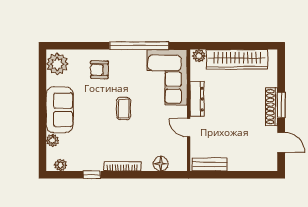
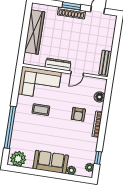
window: (139, 46) -> (10, 127), moved
plant: (199, 56) -> (28, 58), removed
armchair: (99, 70) -> (78, 114), moved
coffee table: (124, 108) -> (41, 110), moved
window: (92, 175) -> (98, 158), moved

